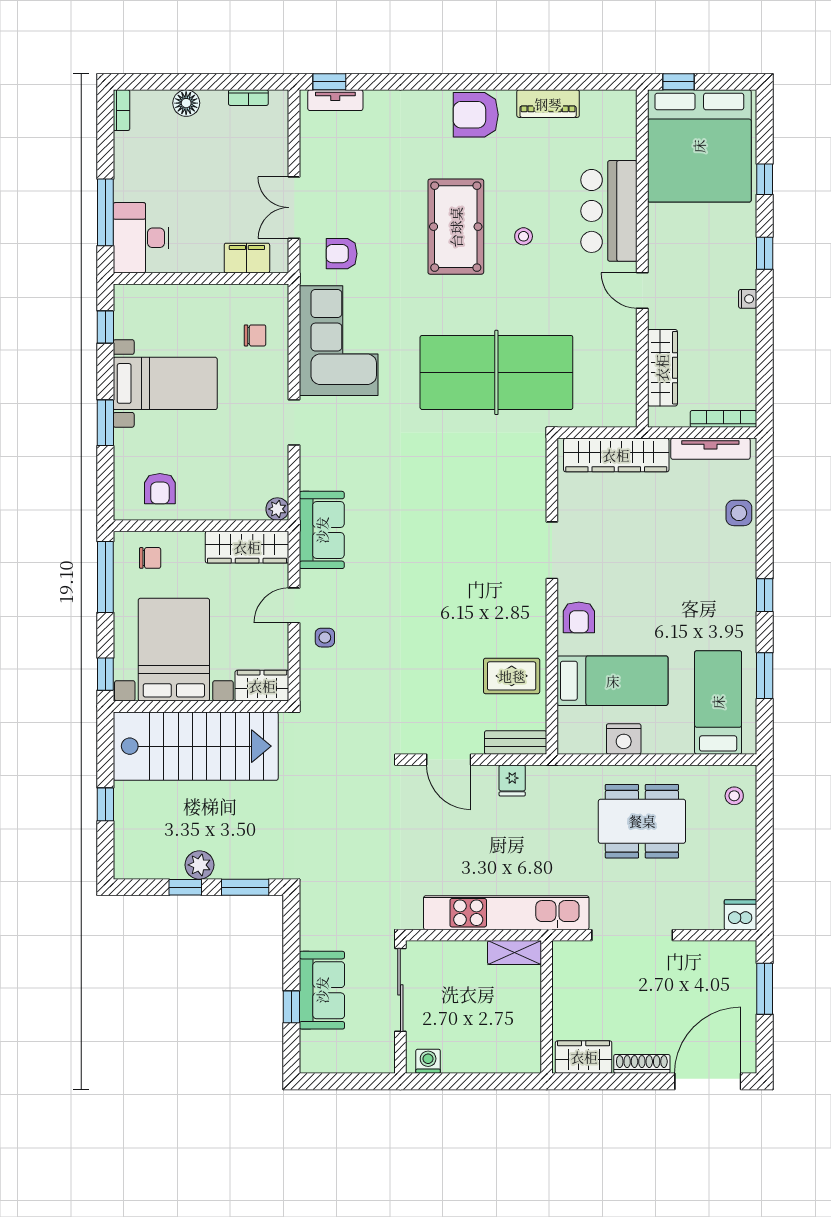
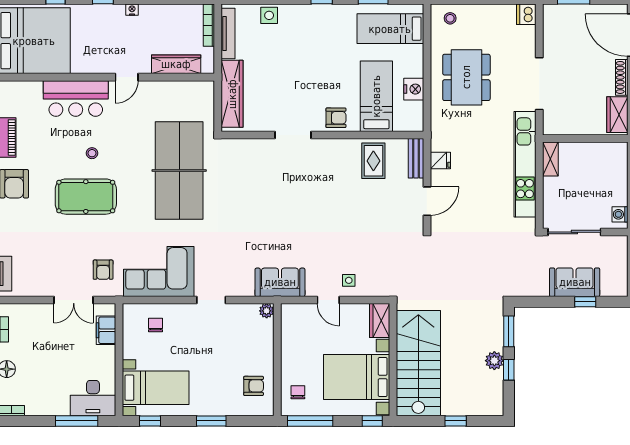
bed with nightstands: (165, 383) -> (156, 388), moved, turned 90
wardrobe: (247, 547) -> (291, 330), removed

